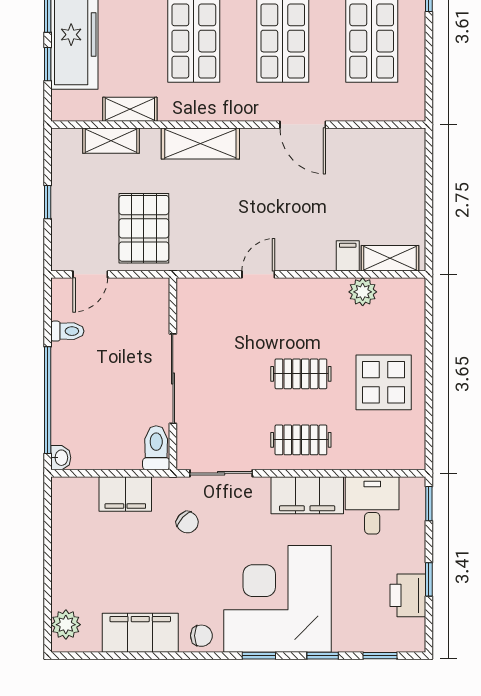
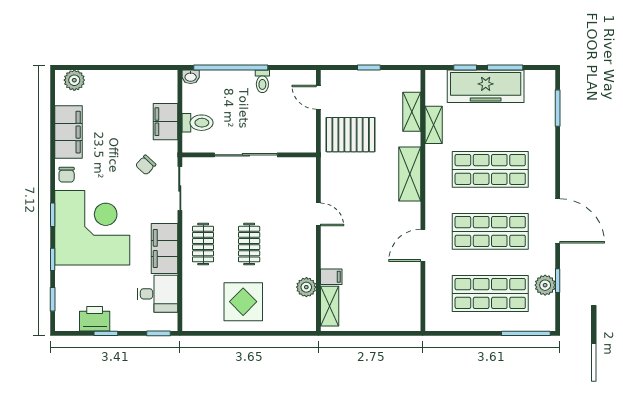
toilet: (67, 331) -> (262, 81), moved
toilet: (156, 448) -> (197, 123), moved

